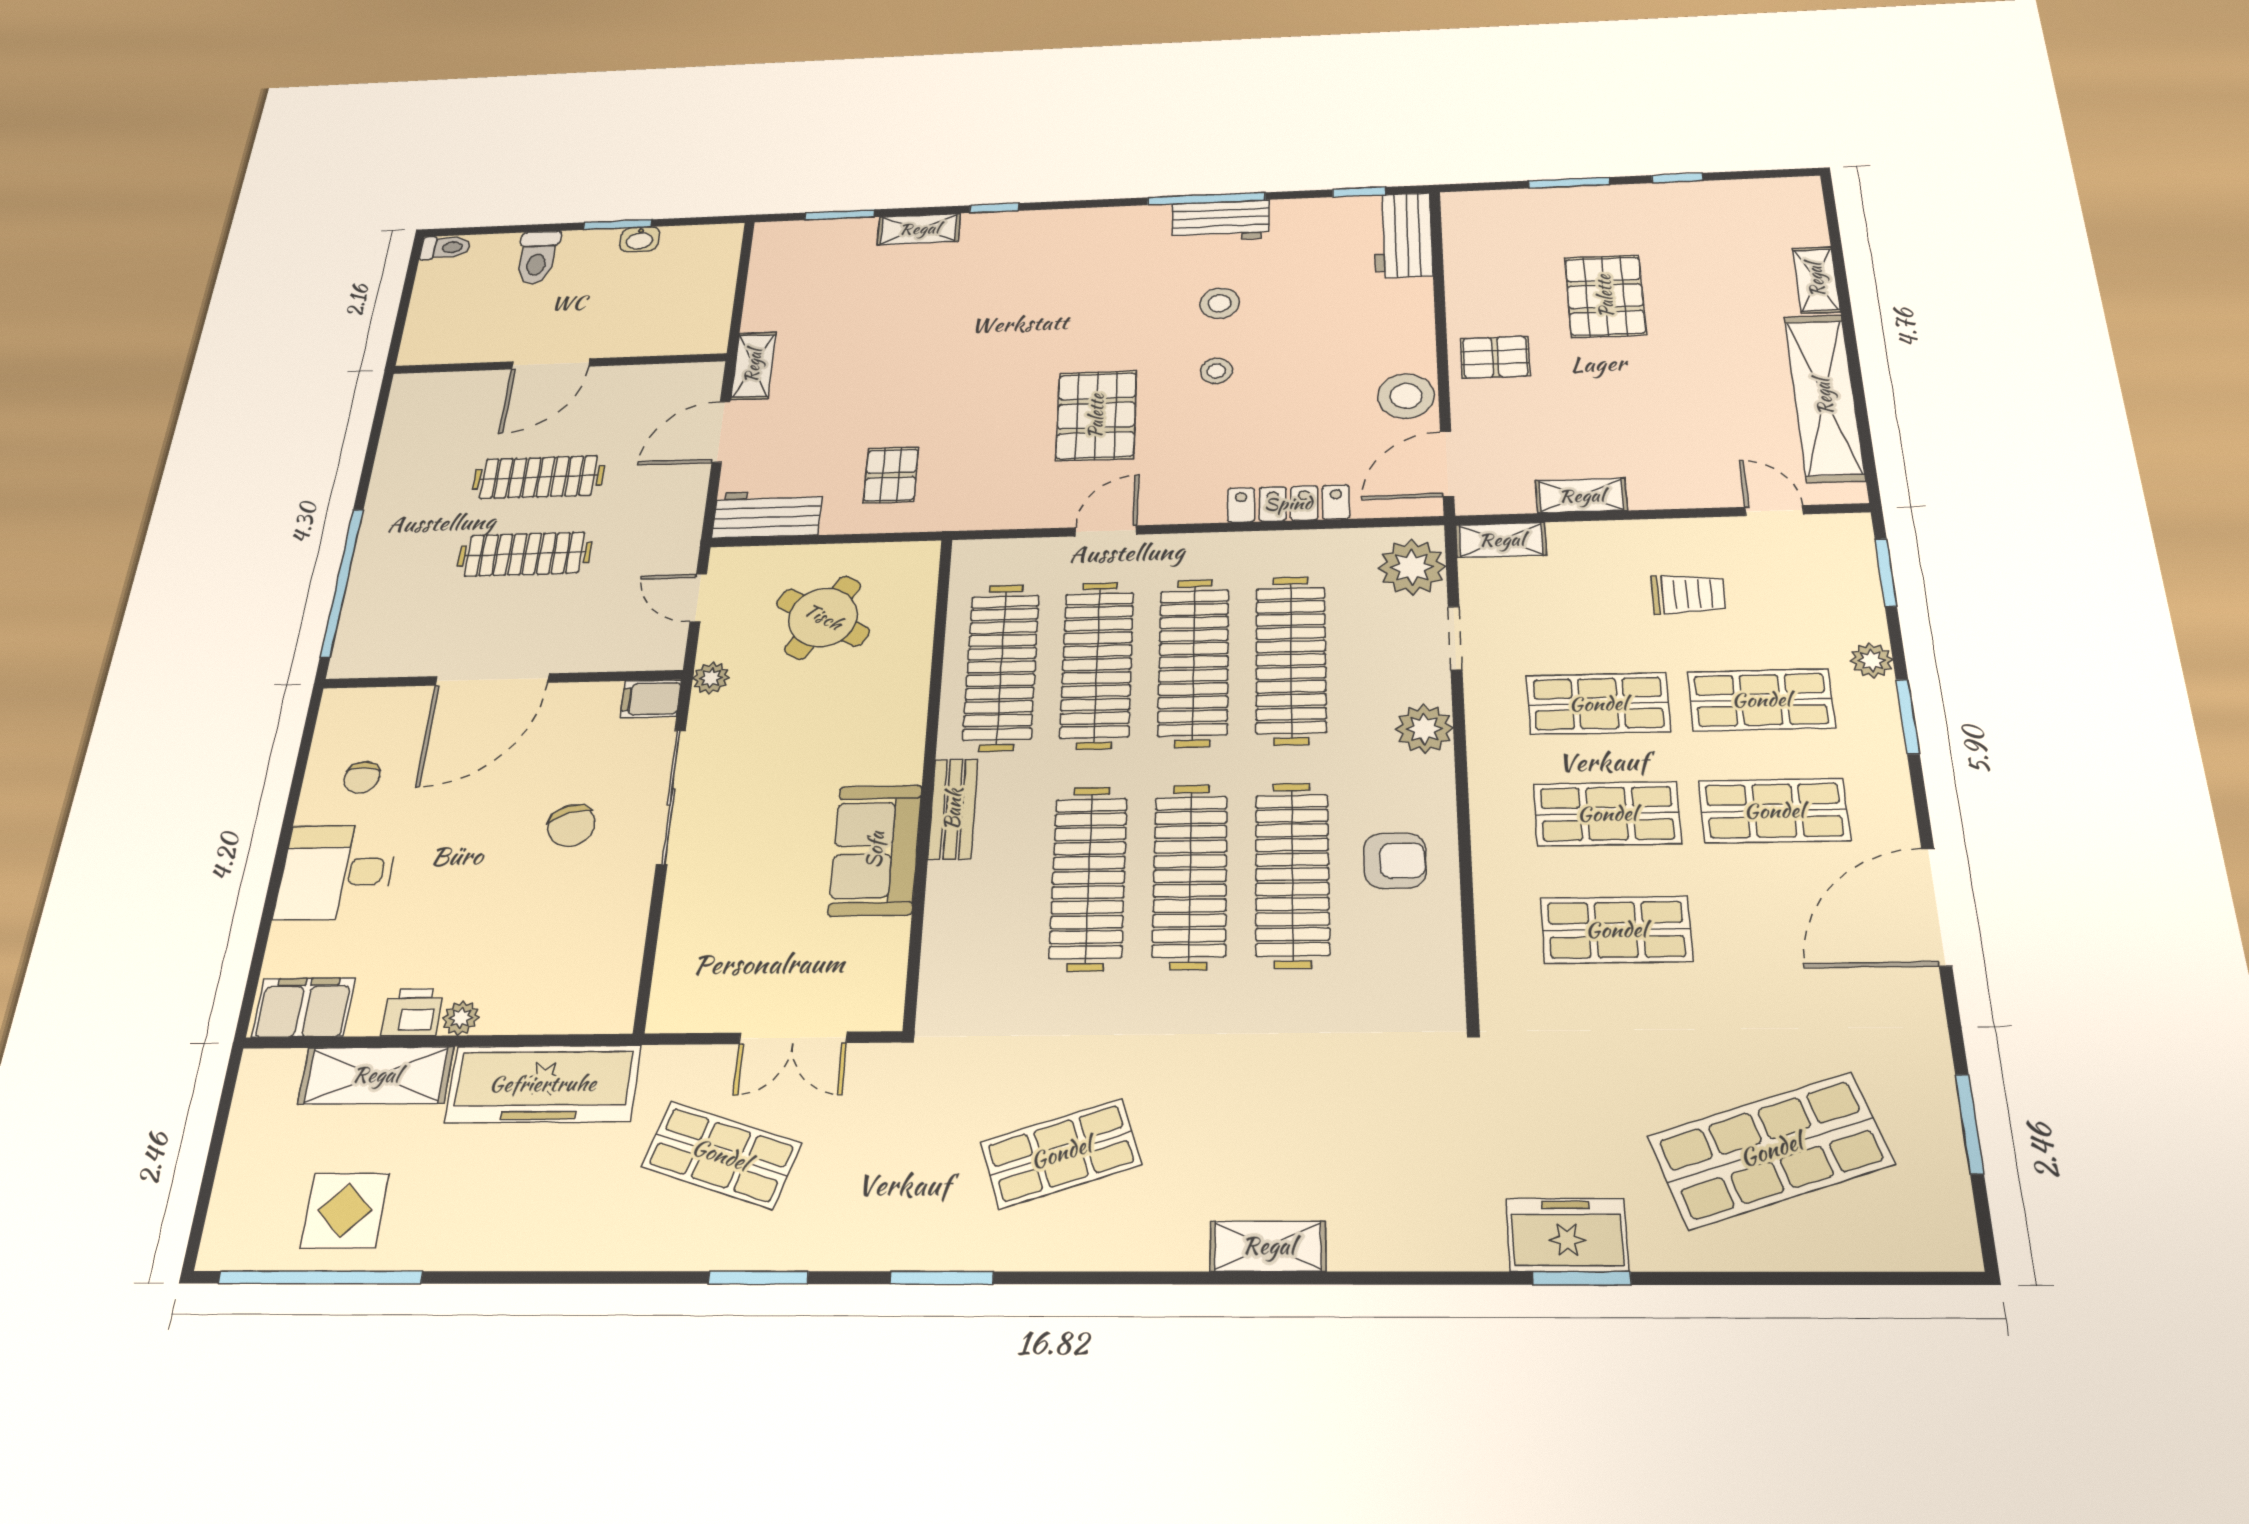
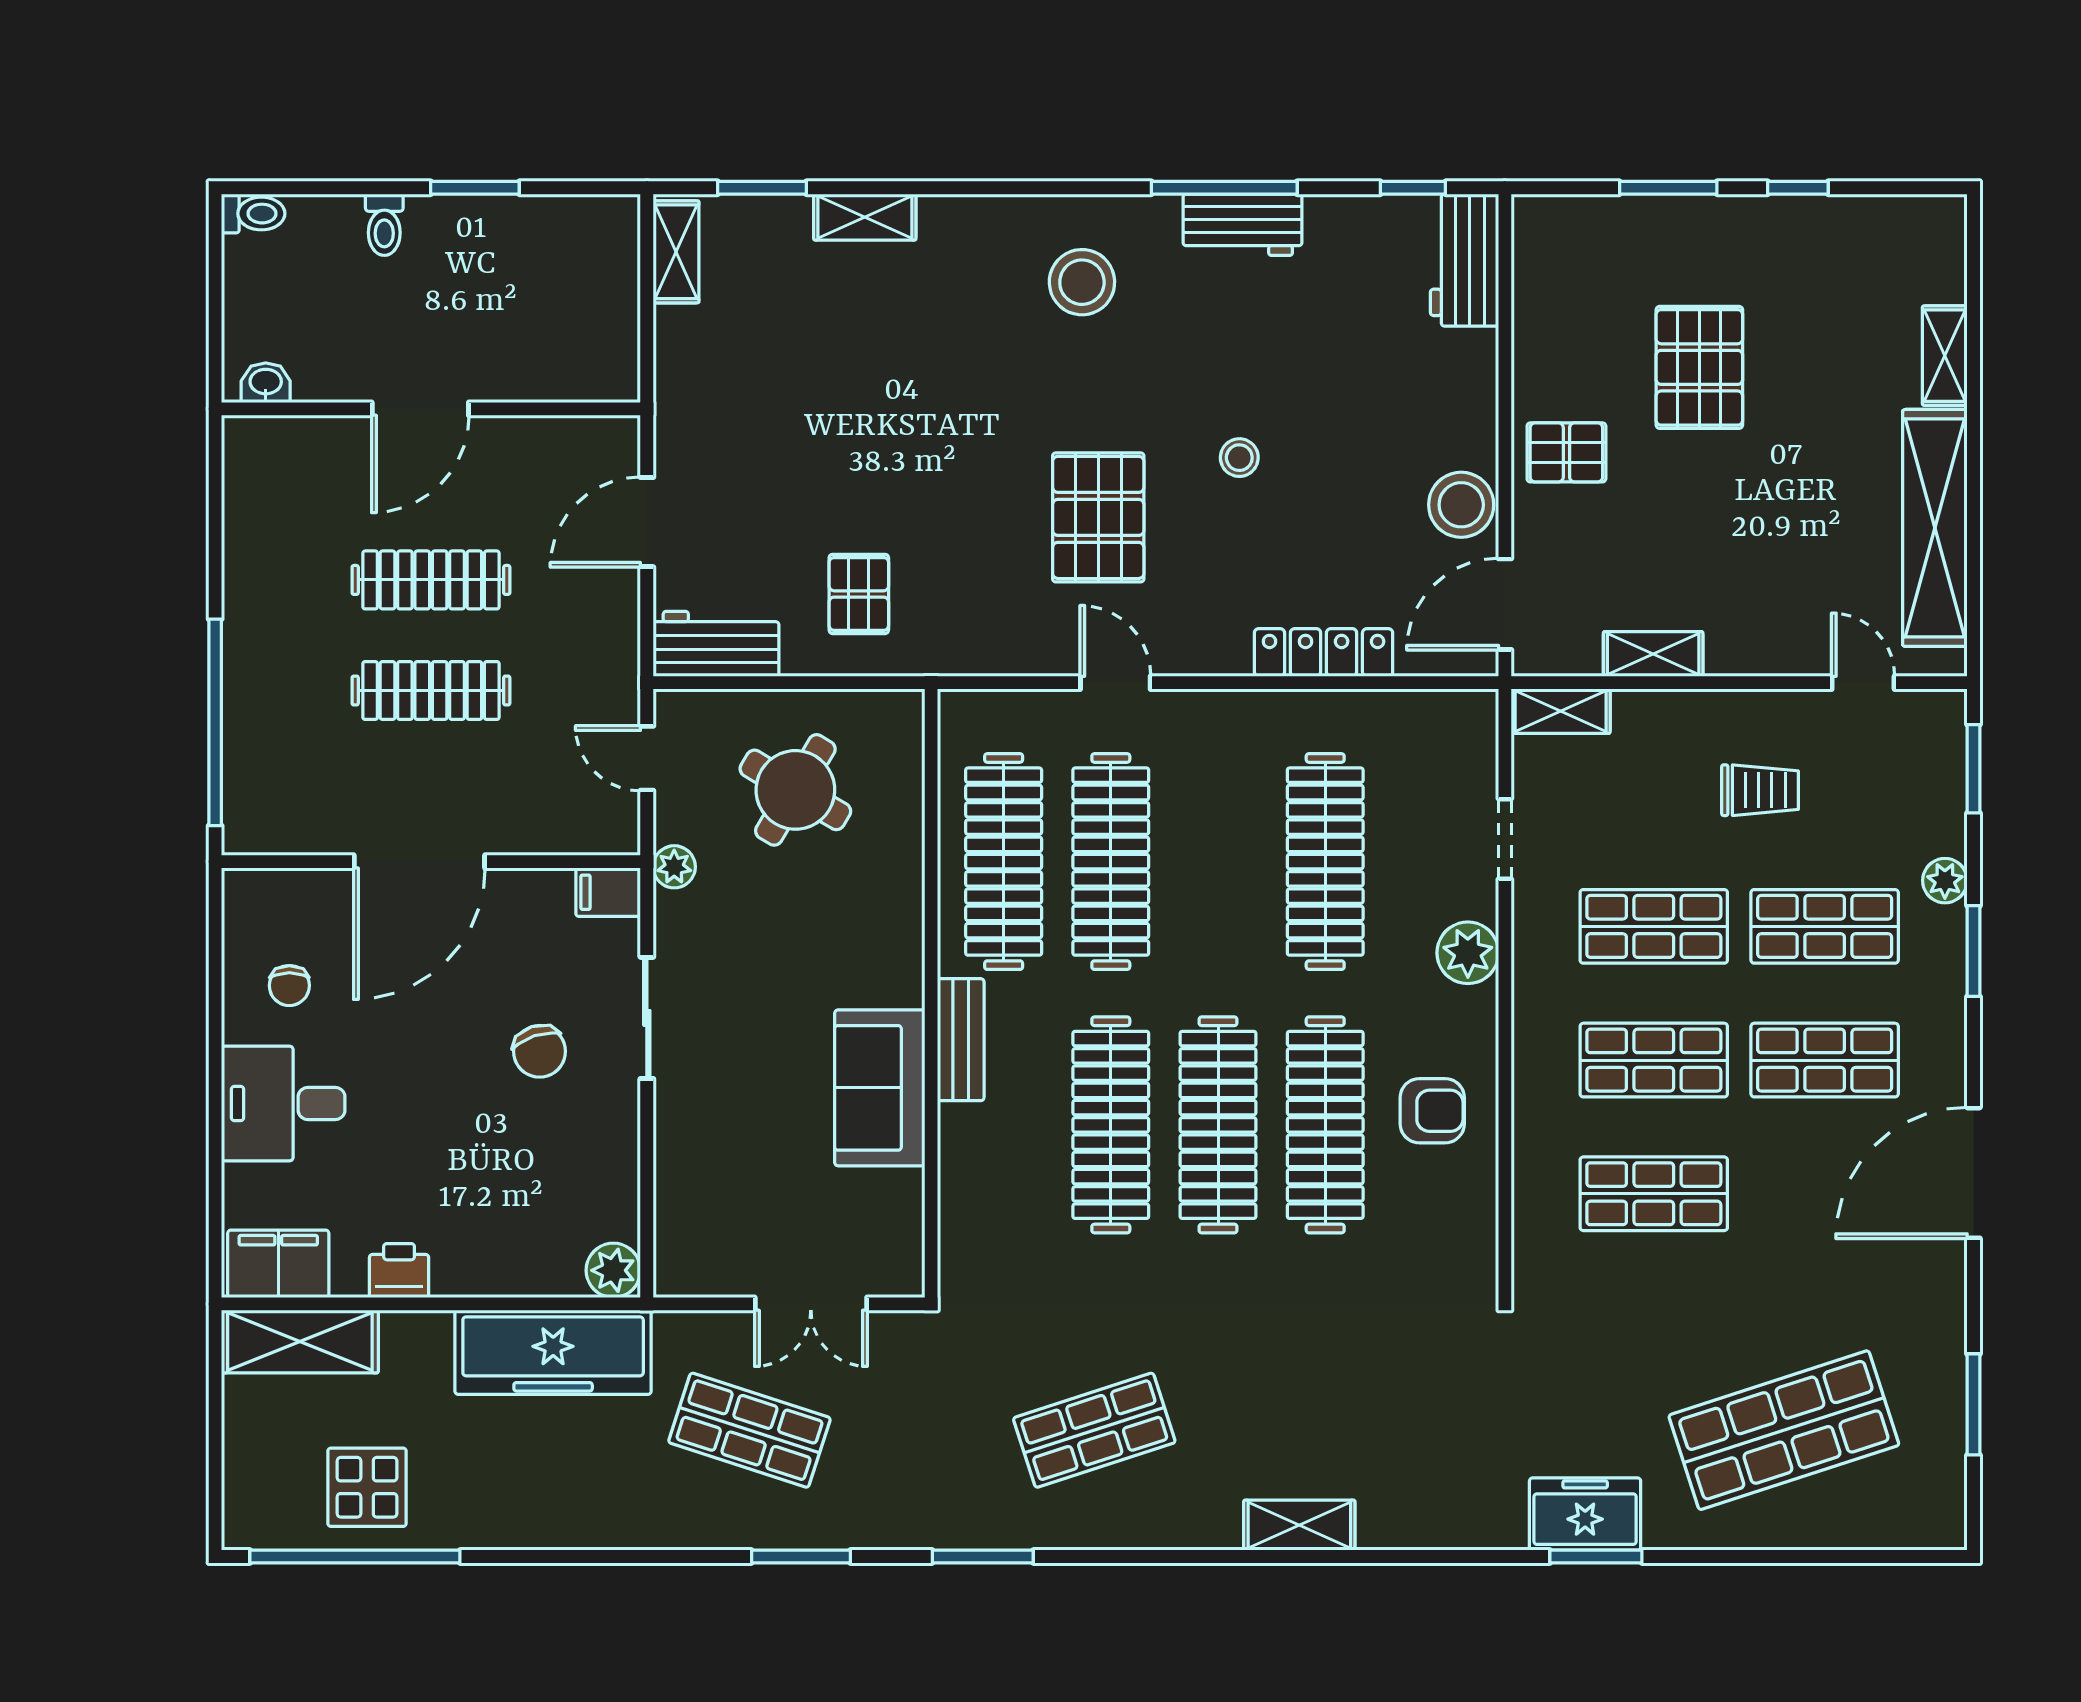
window: (994, 208) -> (958, 188), removed
washbasin: (640, 239) -> (266, 383), moved, turned 180
toilet: (537, 257) -> (384, 225), width x0.73, depth x0.72
stool: (1220, 303) -> (1082, 282), moved, width x1.38, depth x1.38
shelving: (753, 366) -> (676, 252), moved
door: (1106, 531) -> (1115, 683), hinge flipped
plant: (1412, 567) -> (1461, 744), removed
clothes rail: (1194, 662) -> (1218, 862), removed
sliding door: (671, 797) -> (647, 1018), width x0.73
plant: (461, 1018) -> (613, 1270), moved, width x1.38, depth x1.38
shelving: (376, 1075) -> (300, 1342), moved

